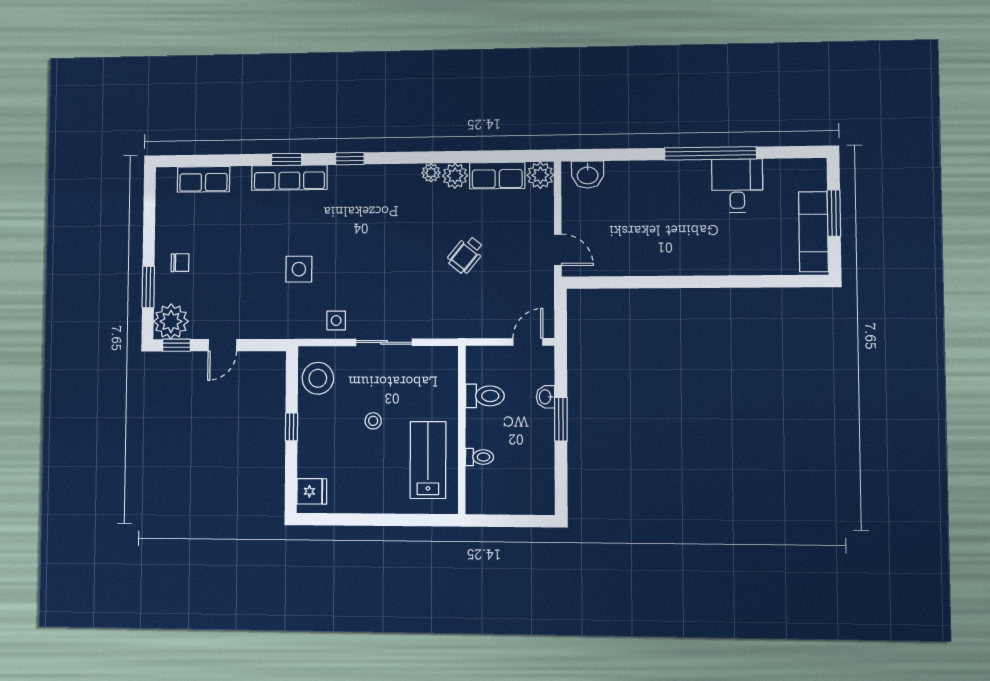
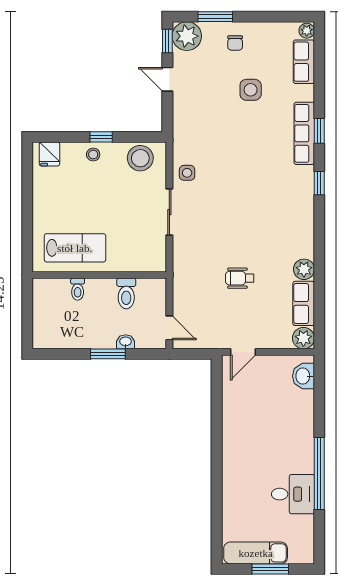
plant: (431, 173) -> (307, 31), moved
wheelchair: (466, 255) -> (240, 278), turned -39
side table: (299, 269) -> (251, 90), moved
stool: (373, 421) -> (93, 154), moved

